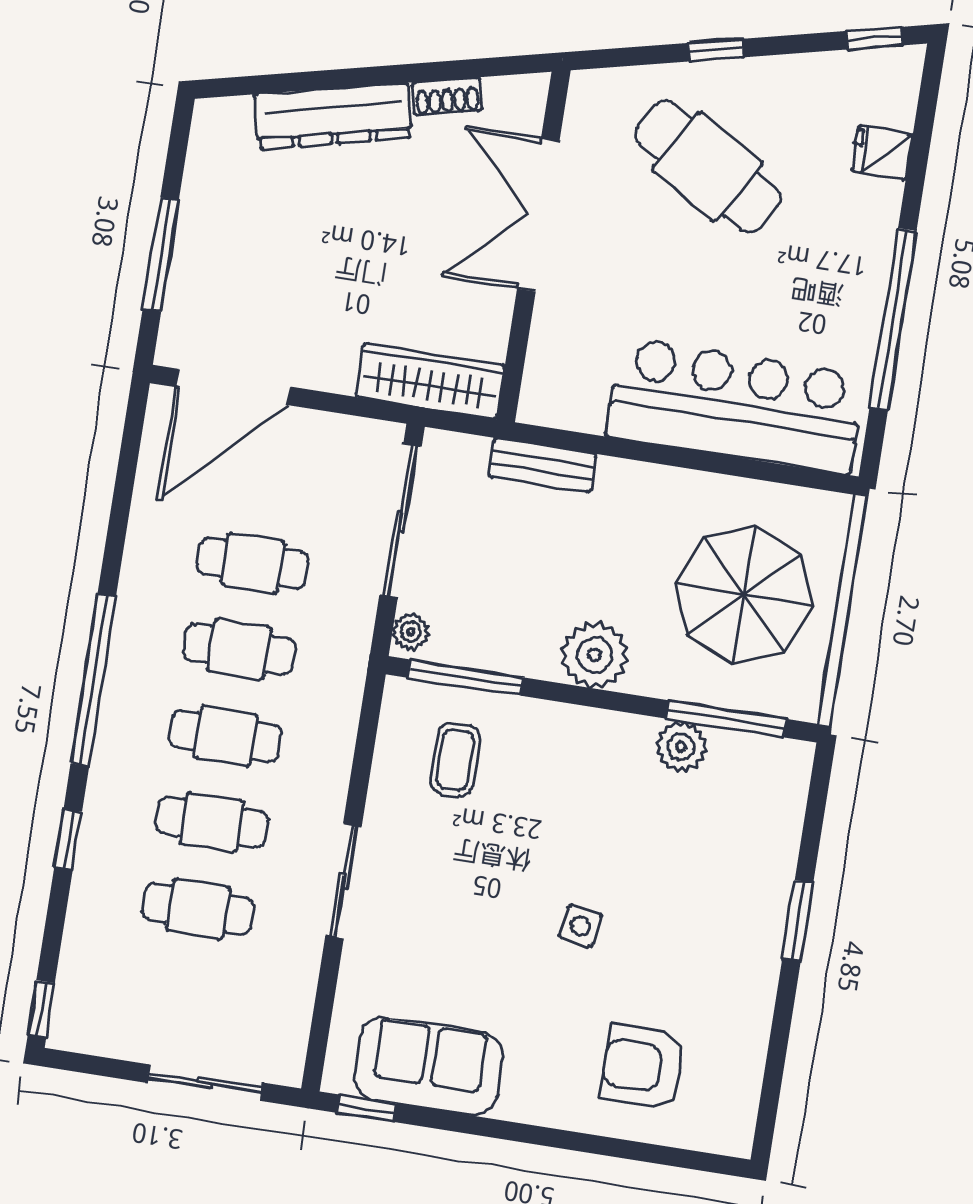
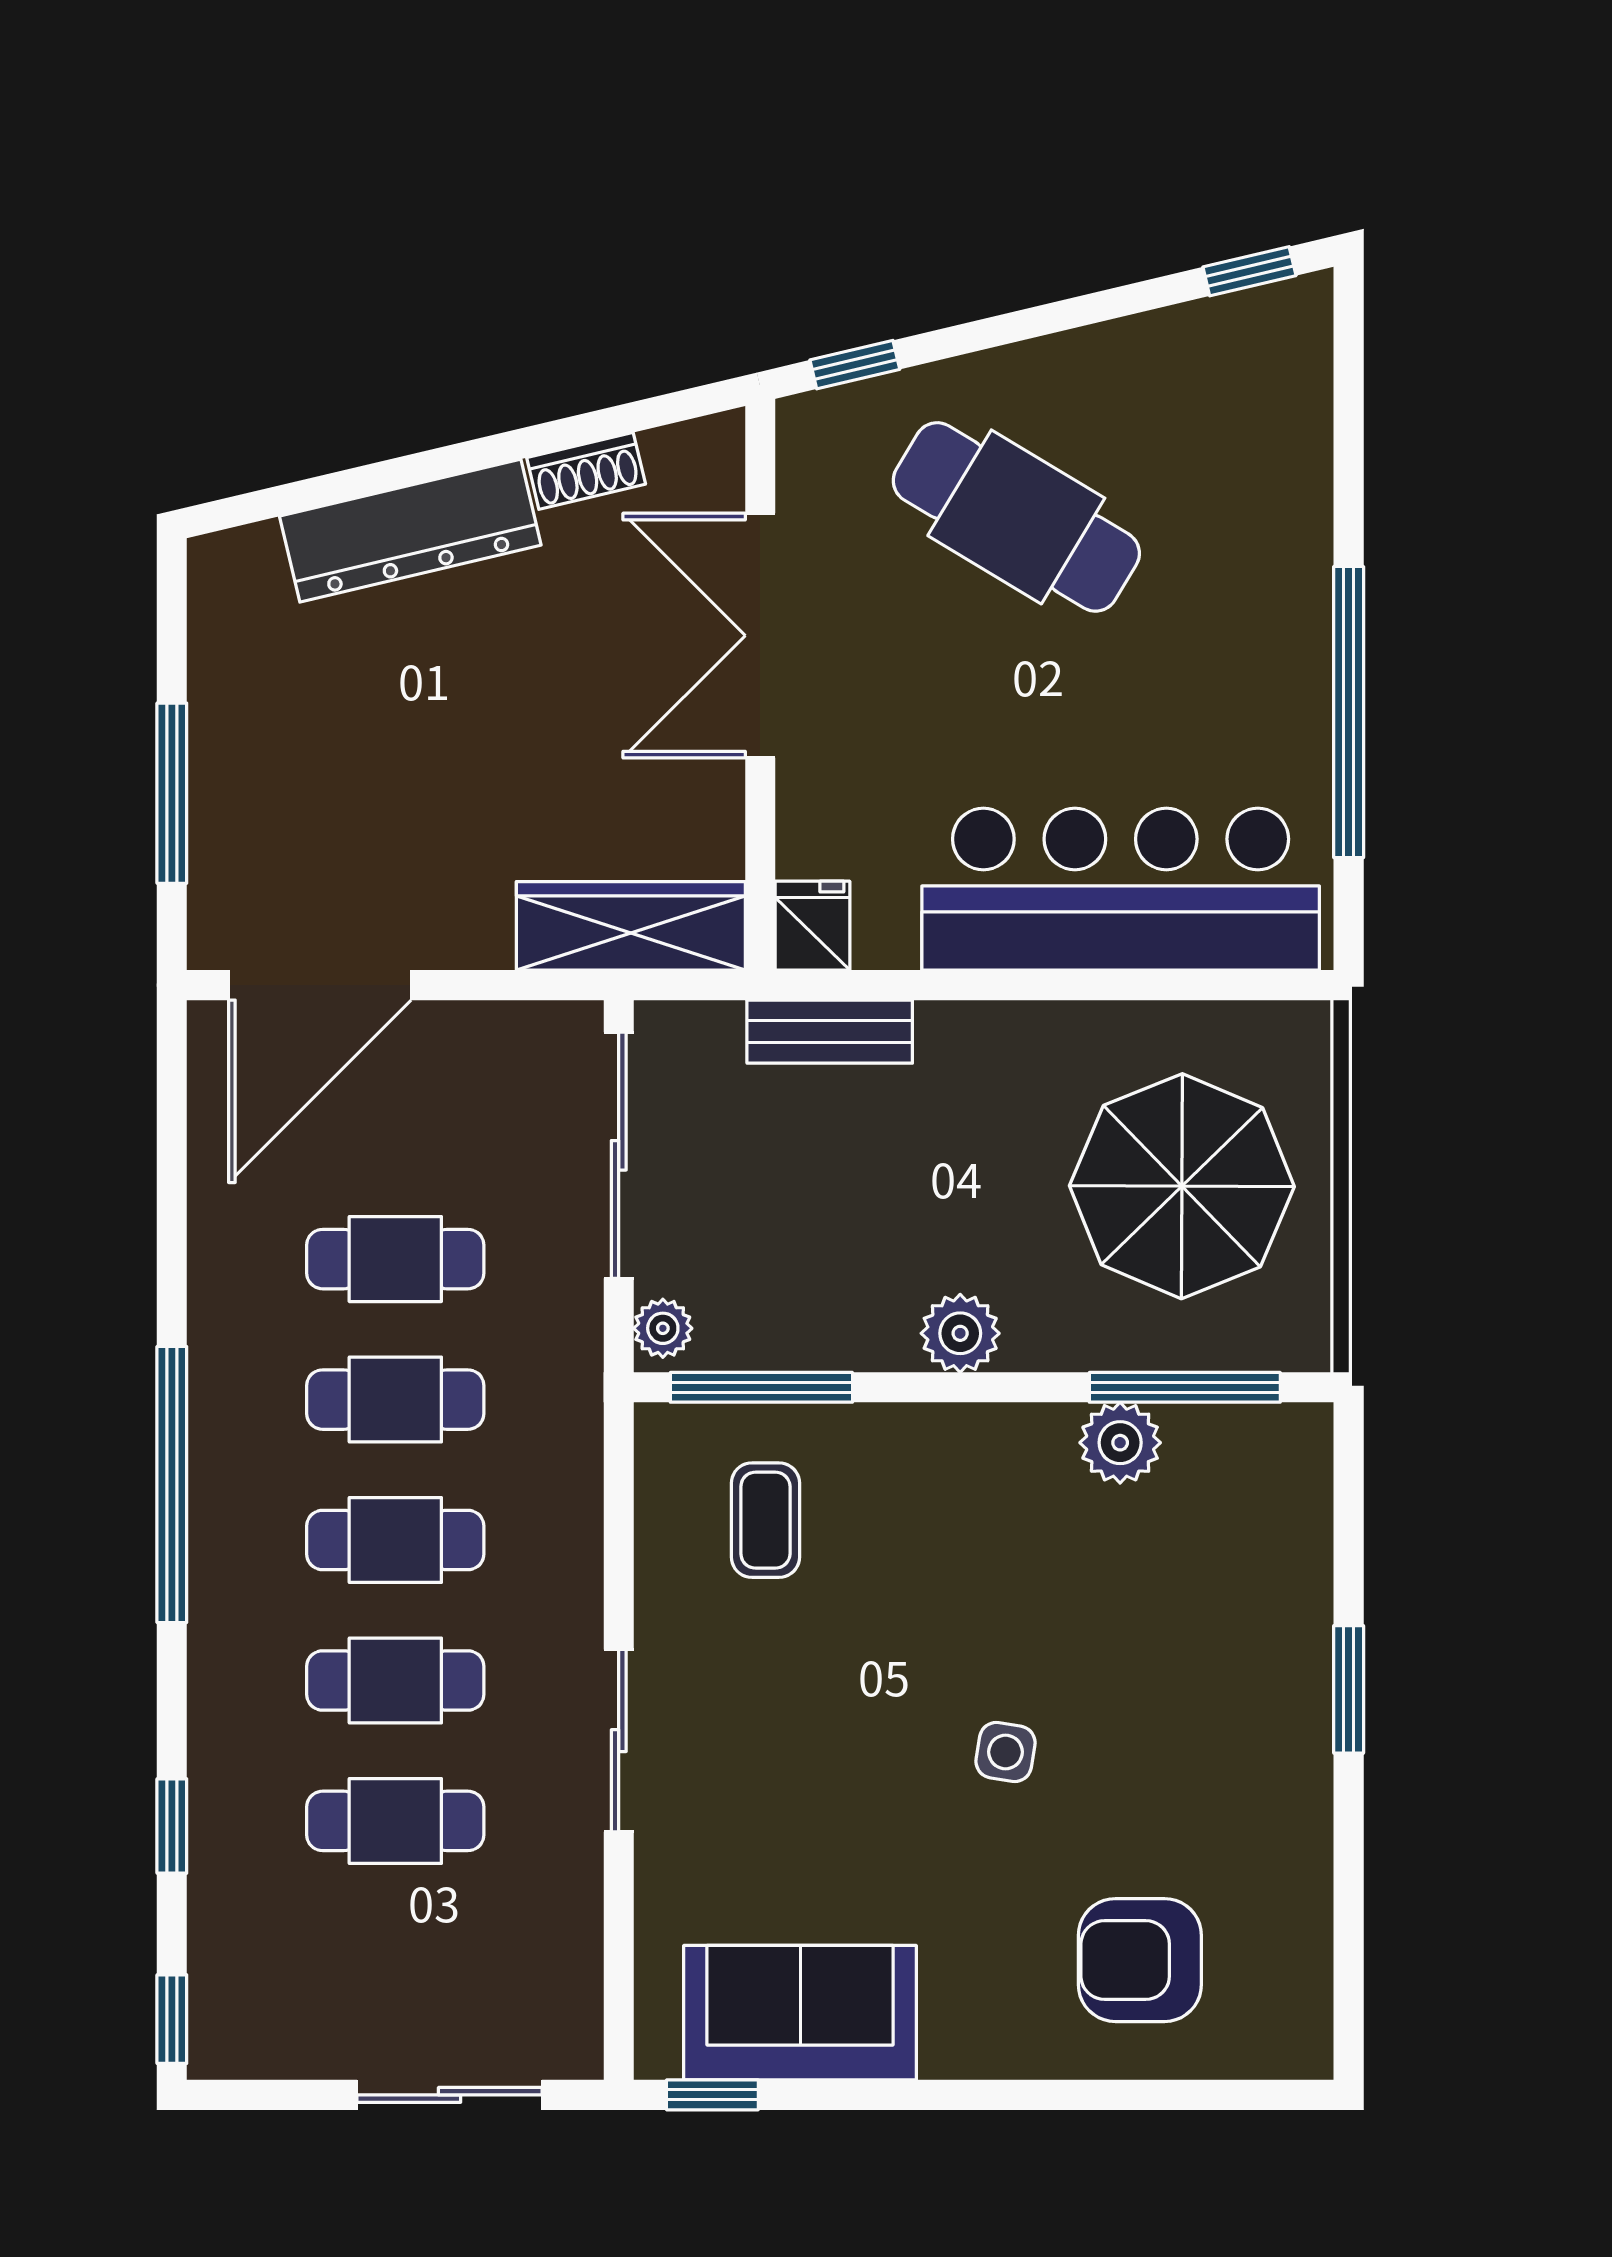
window: (716, 50) -> (855, 365), moved
fridge: (882, 153) -> (812, 926), moved, turned 90
plant: (595, 655) -> (960, 1333), width x0.73, depth x0.73
window: (68, 840) -> (172, 1826), moved

